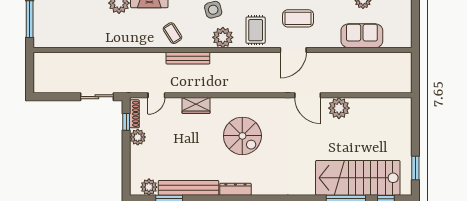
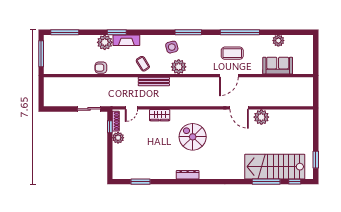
rug: (256, 30) -> (202, 62), removed
armchair: (114, 39) -> (101, 68), added
spiral stairs: (242, 136) -> (193, 137), turned 180
plant: (149, 187) -> (126, 173), removed
bench: (188, 188) -> (154, 174), removed

